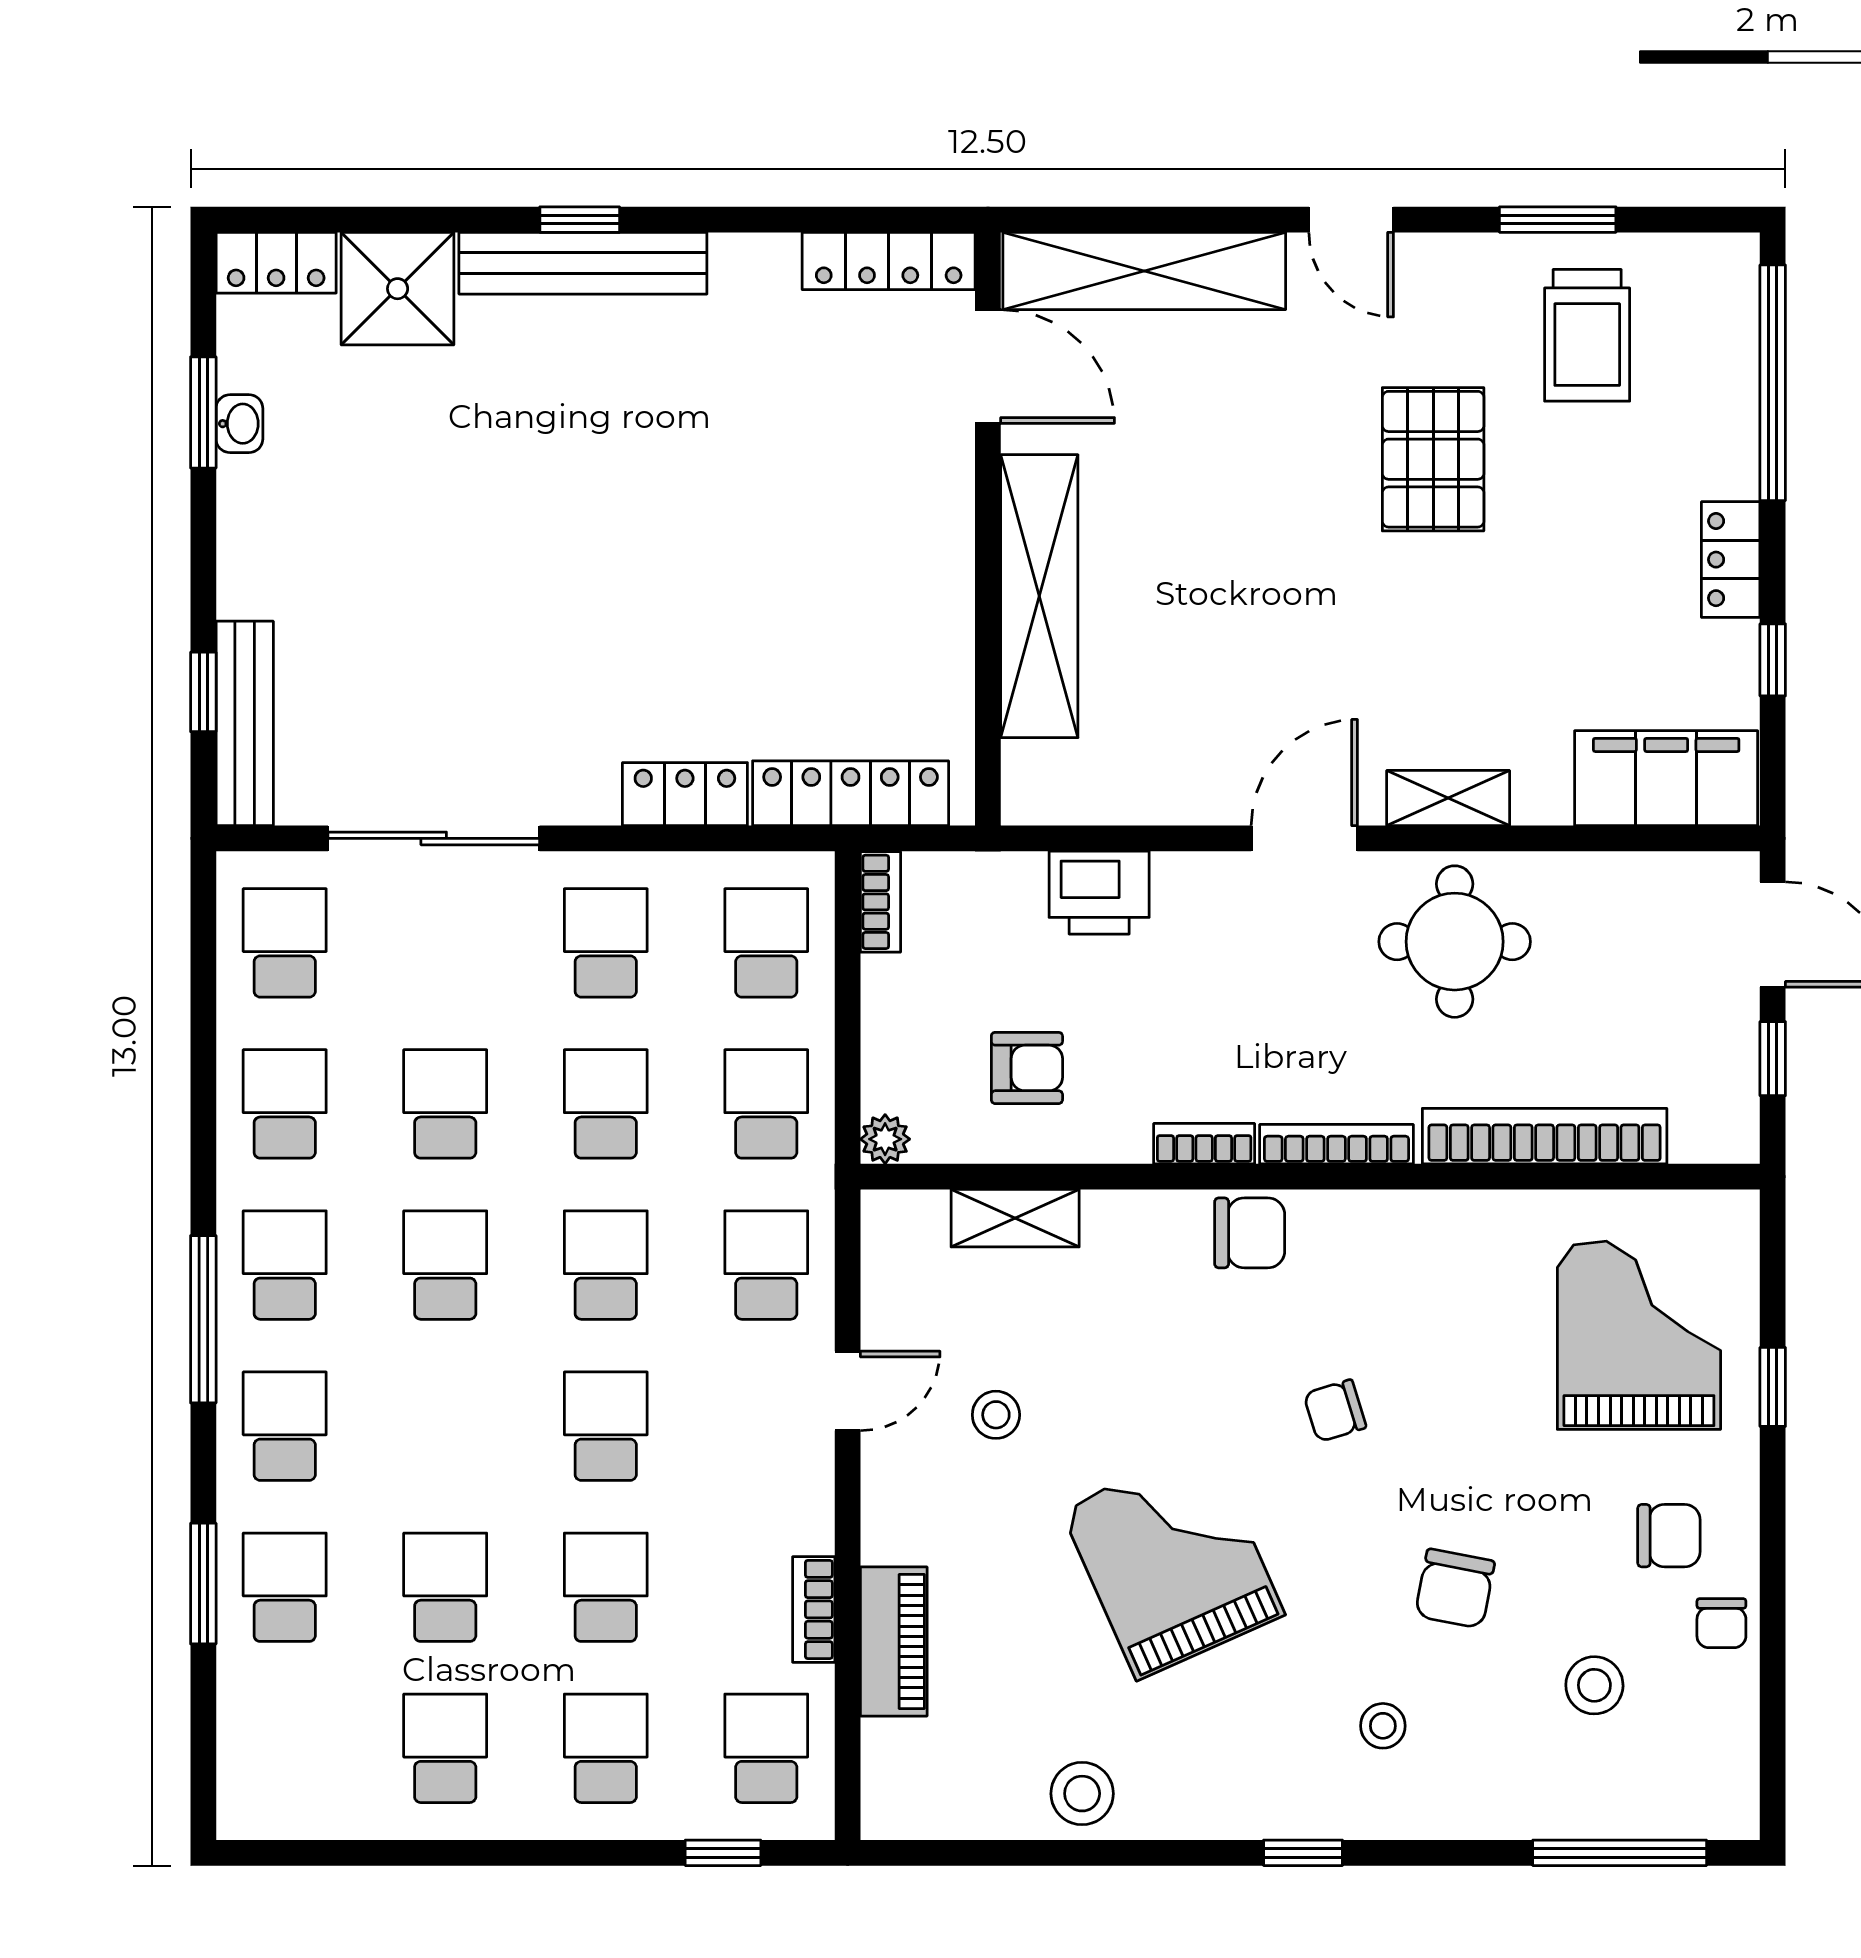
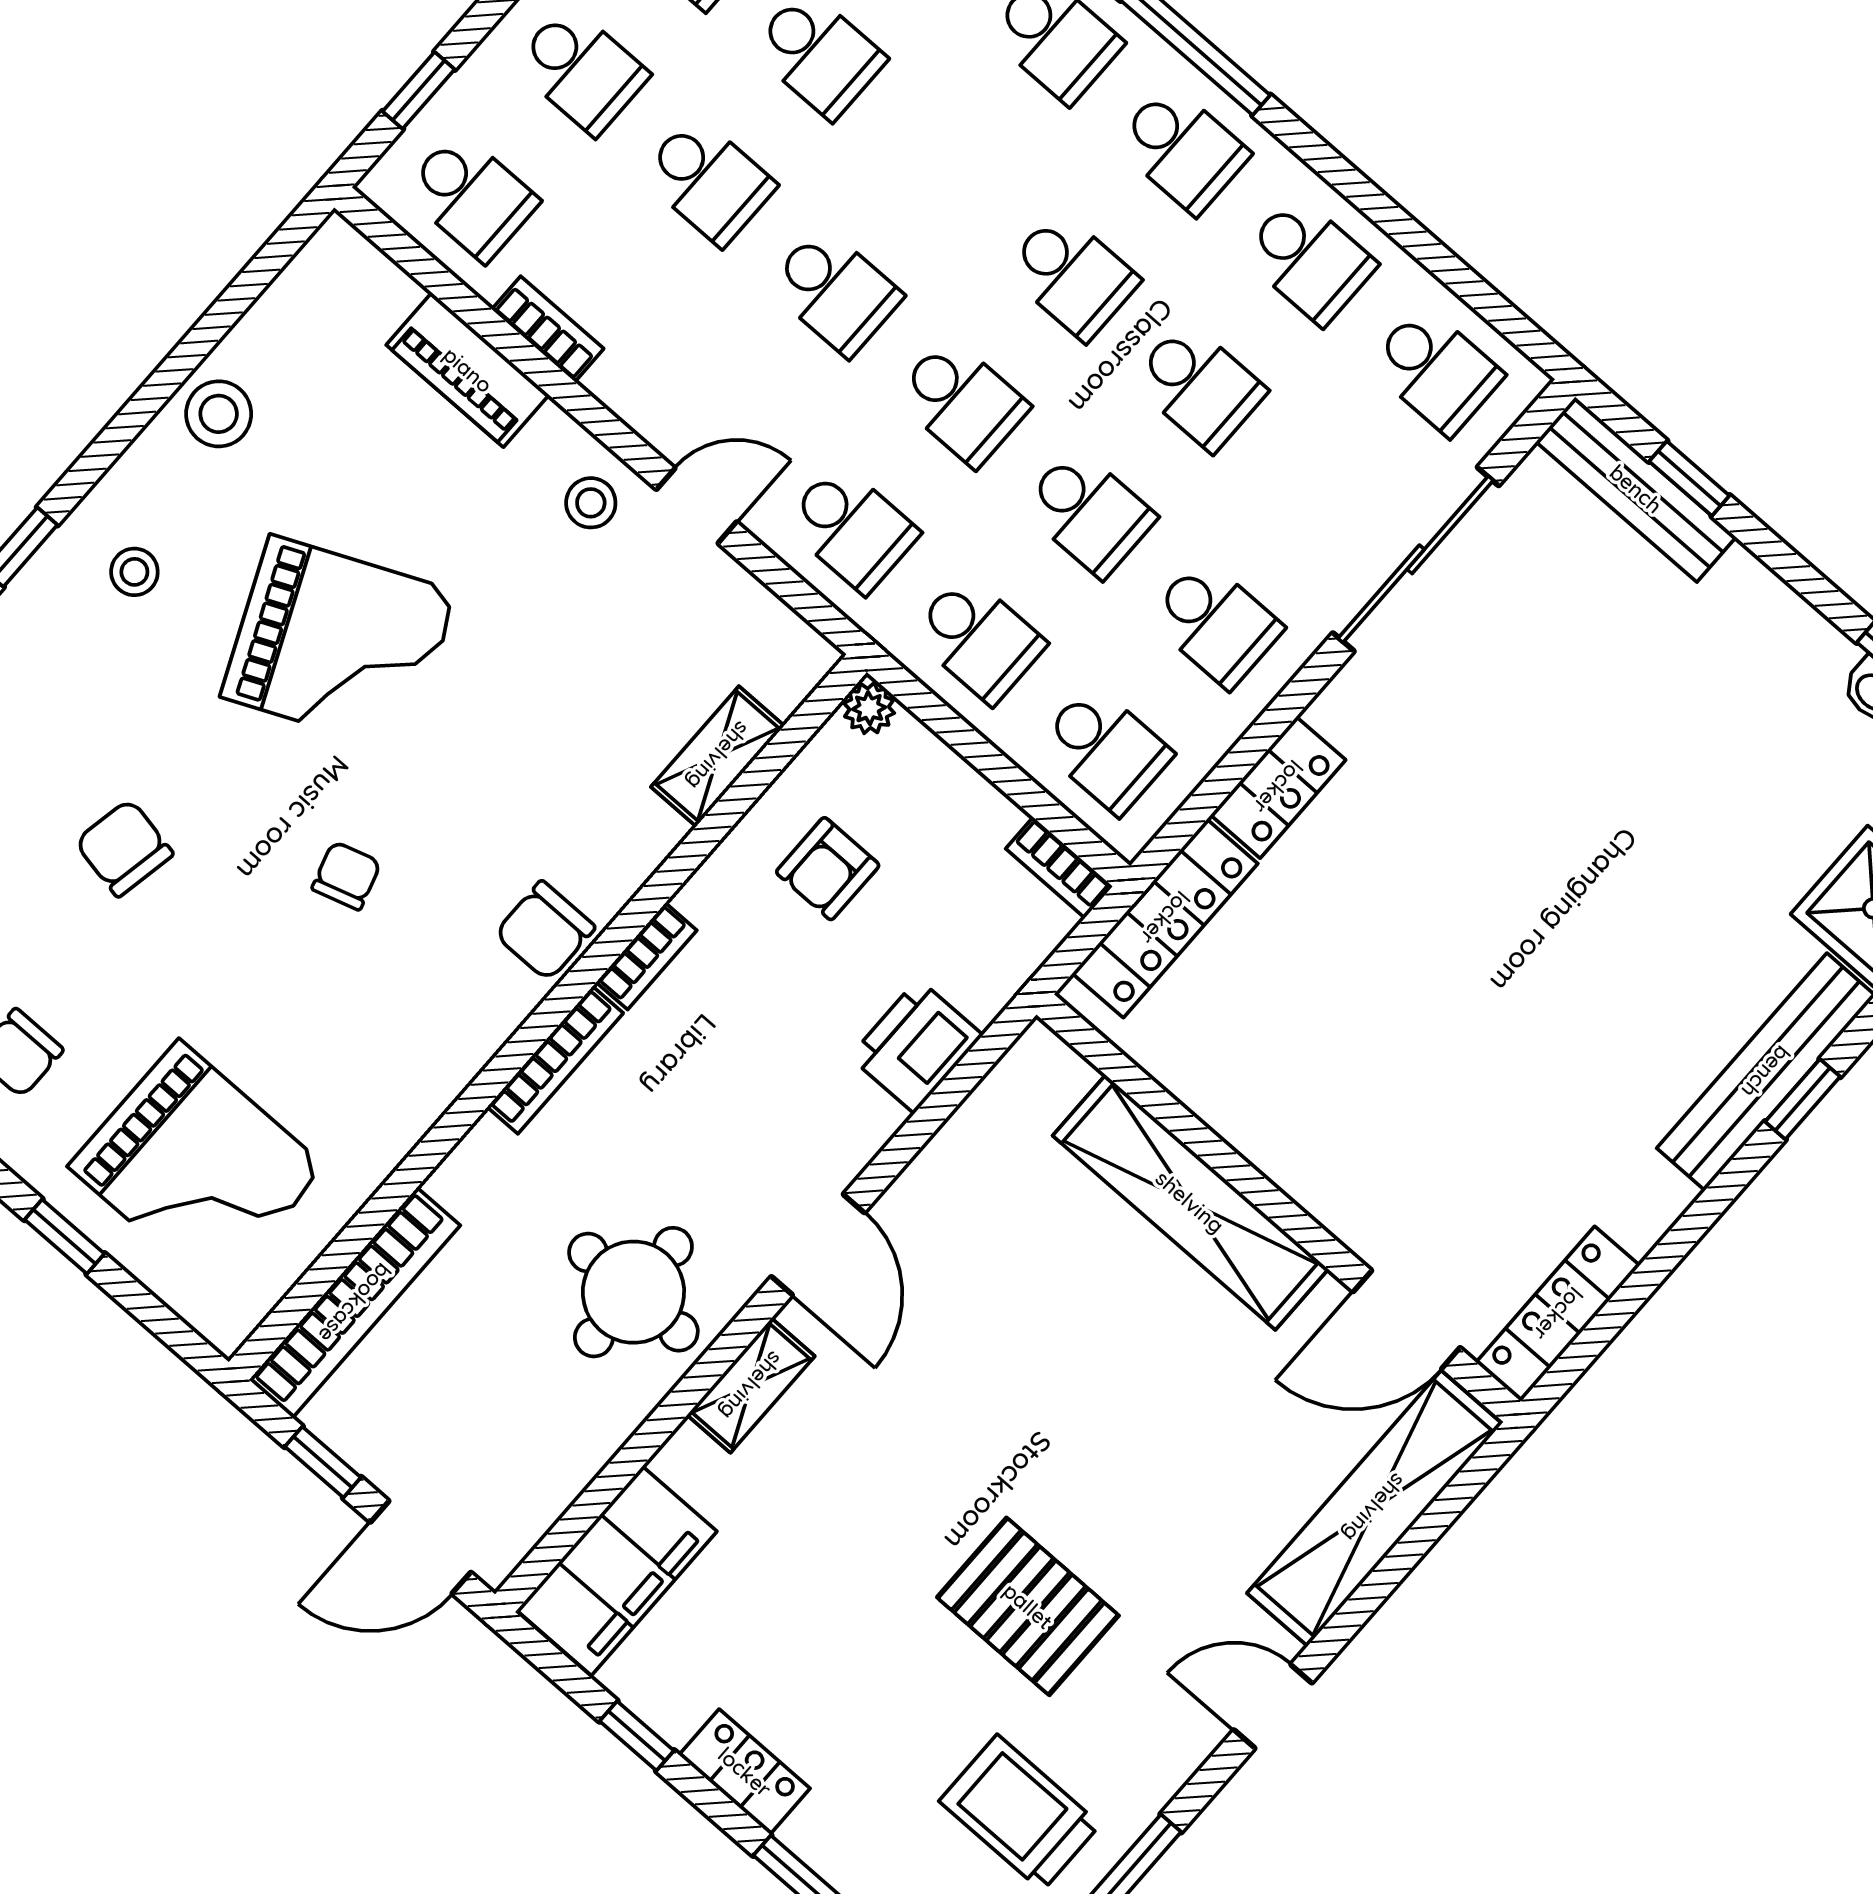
bookcase: (1545, 1136) -> (355, 1303), moved
door: (848, 1391) -> (697, 506), swing flipped
stool: (996, 1415) -> (591, 503), moved
stool: (1383, 1726) -> (134, 572), moved

